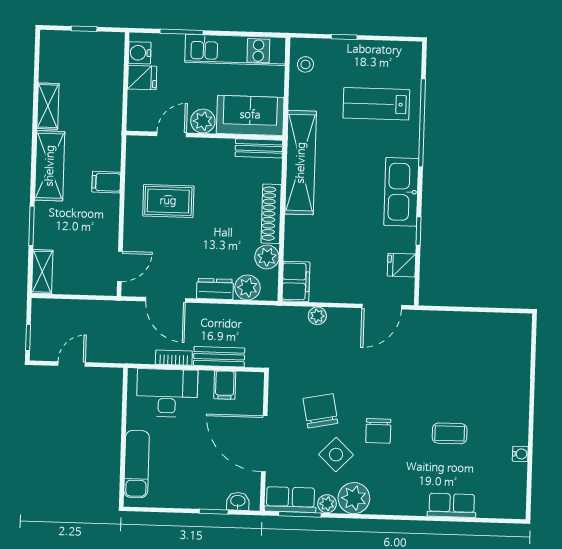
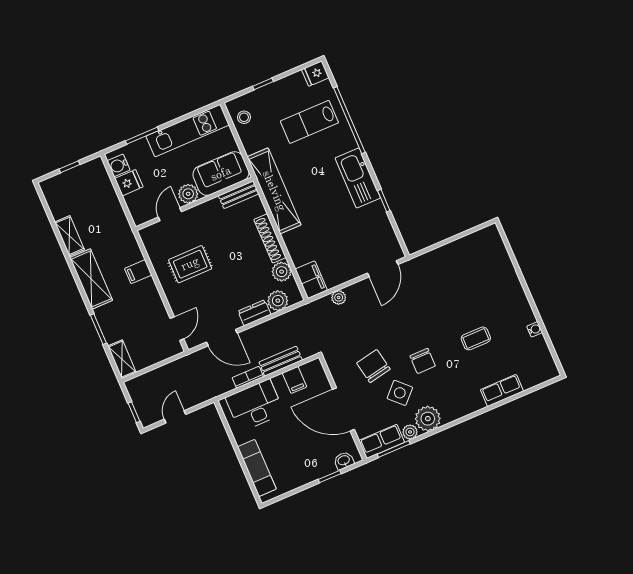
fridge: (401, 265) -> (315, 74), moved

